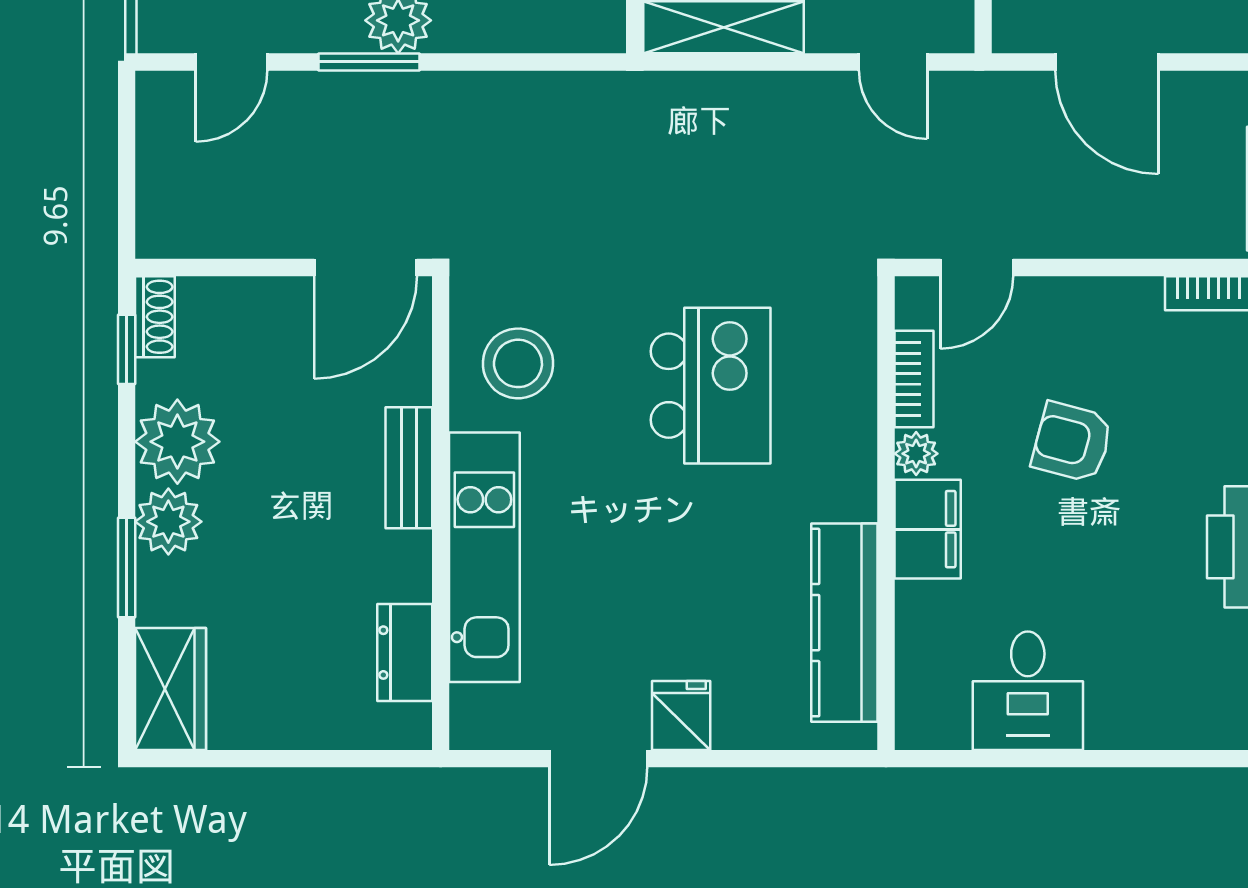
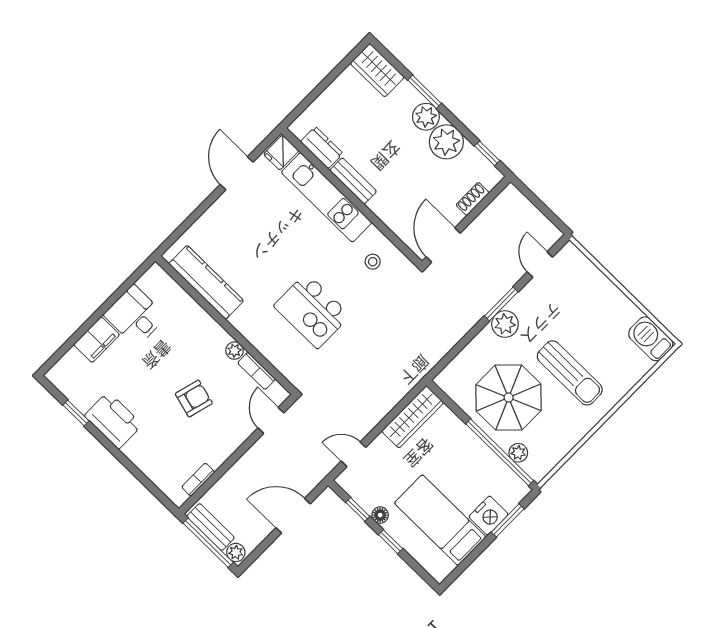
shoe rack: (155, 317) -> (473, 199), moved, turned 90
stool: (518, 363) -> (373, 262), width x0.53, depth x0.53
bench: (409, 468) -> (353, 181), moved
filing cabinet: (928, 529) -> (97, 340), moved, turned -90
fridge: (681, 715) -> (281, 152), moved, turned 90

